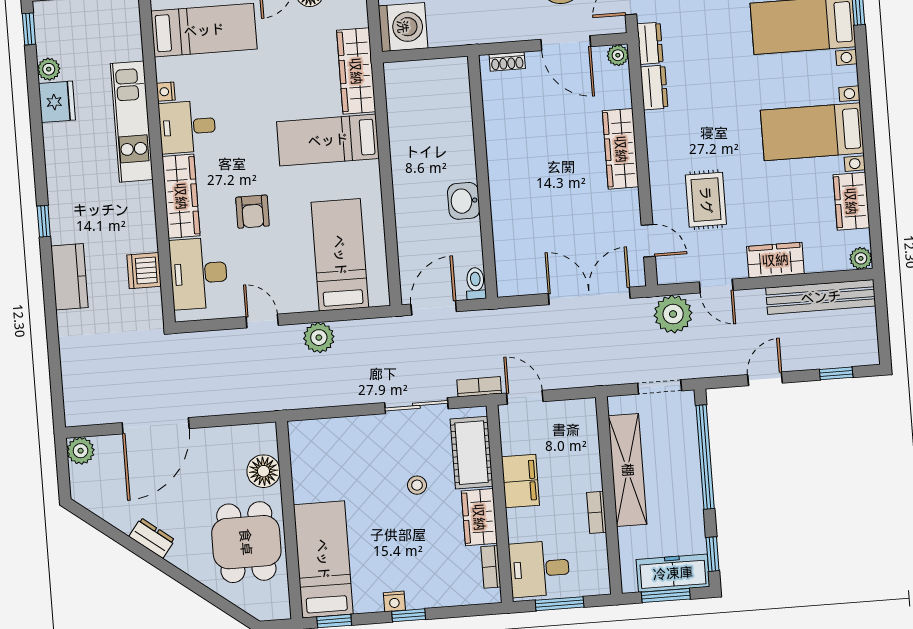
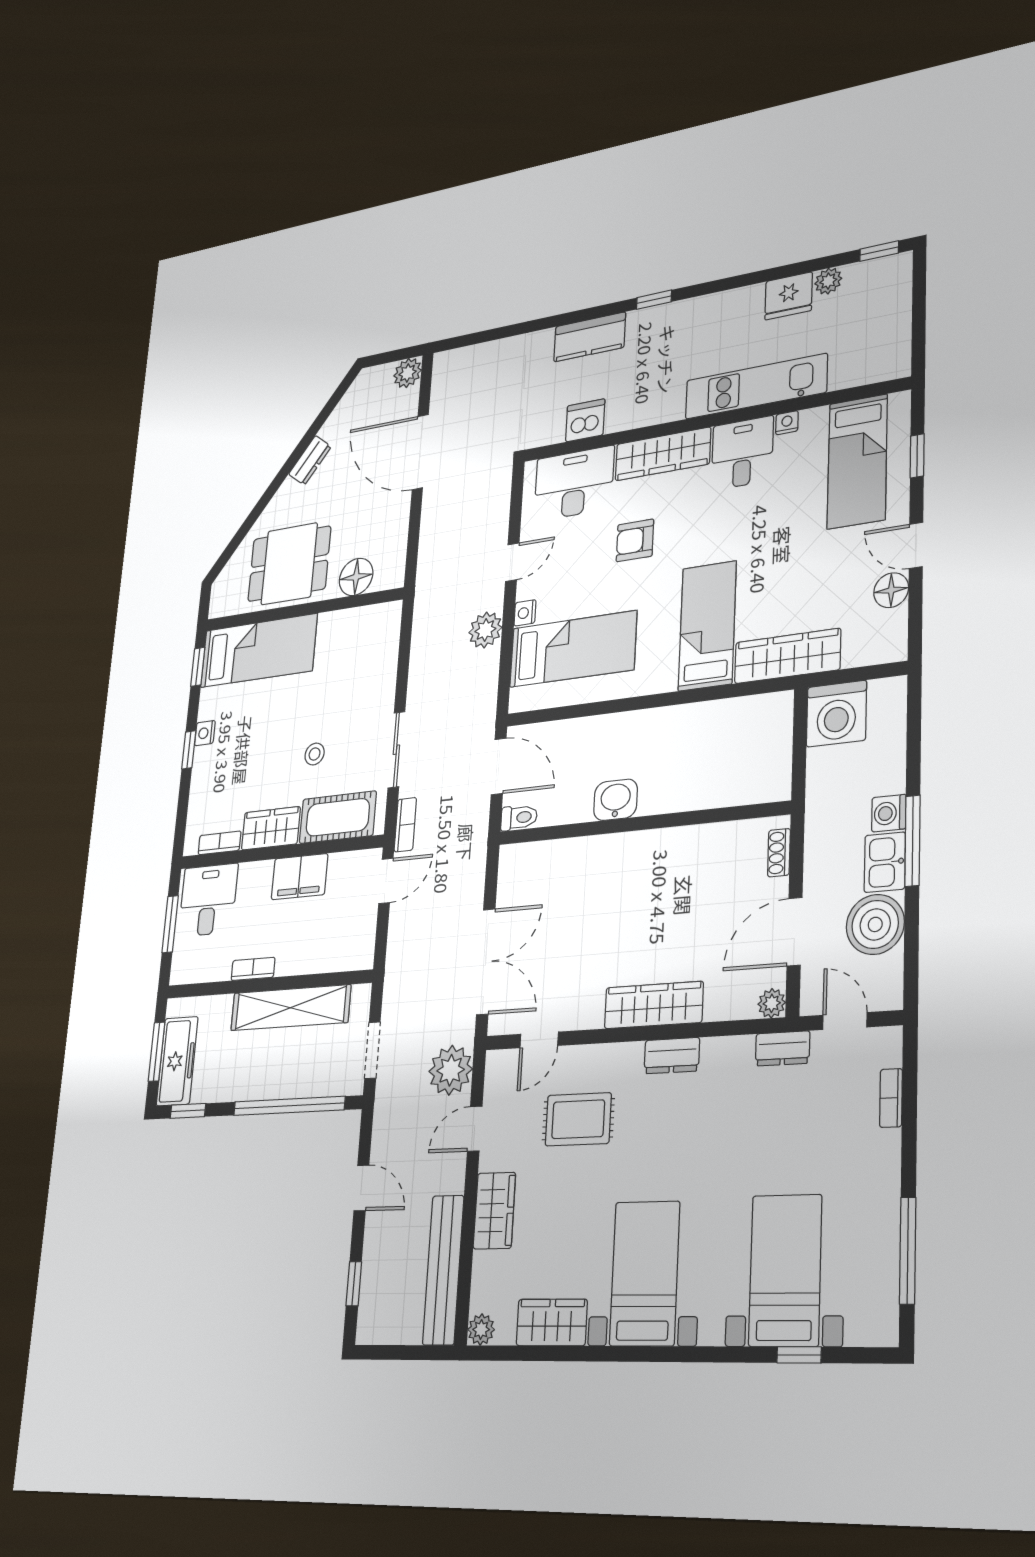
dresser: (654, 87) -> (672, 1056), moved
nightstand: (307, 303) -> (525, 613), added

